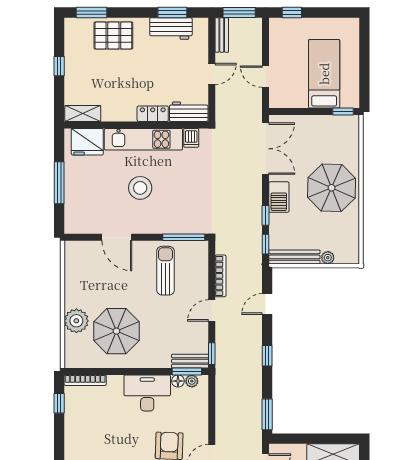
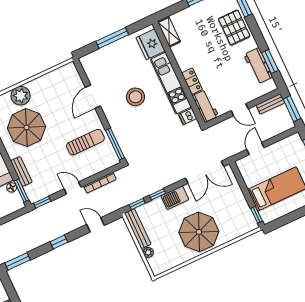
bench: (190, 361) -> (21, 171), moved
plant: (192, 381) -> (16, 197), removed

